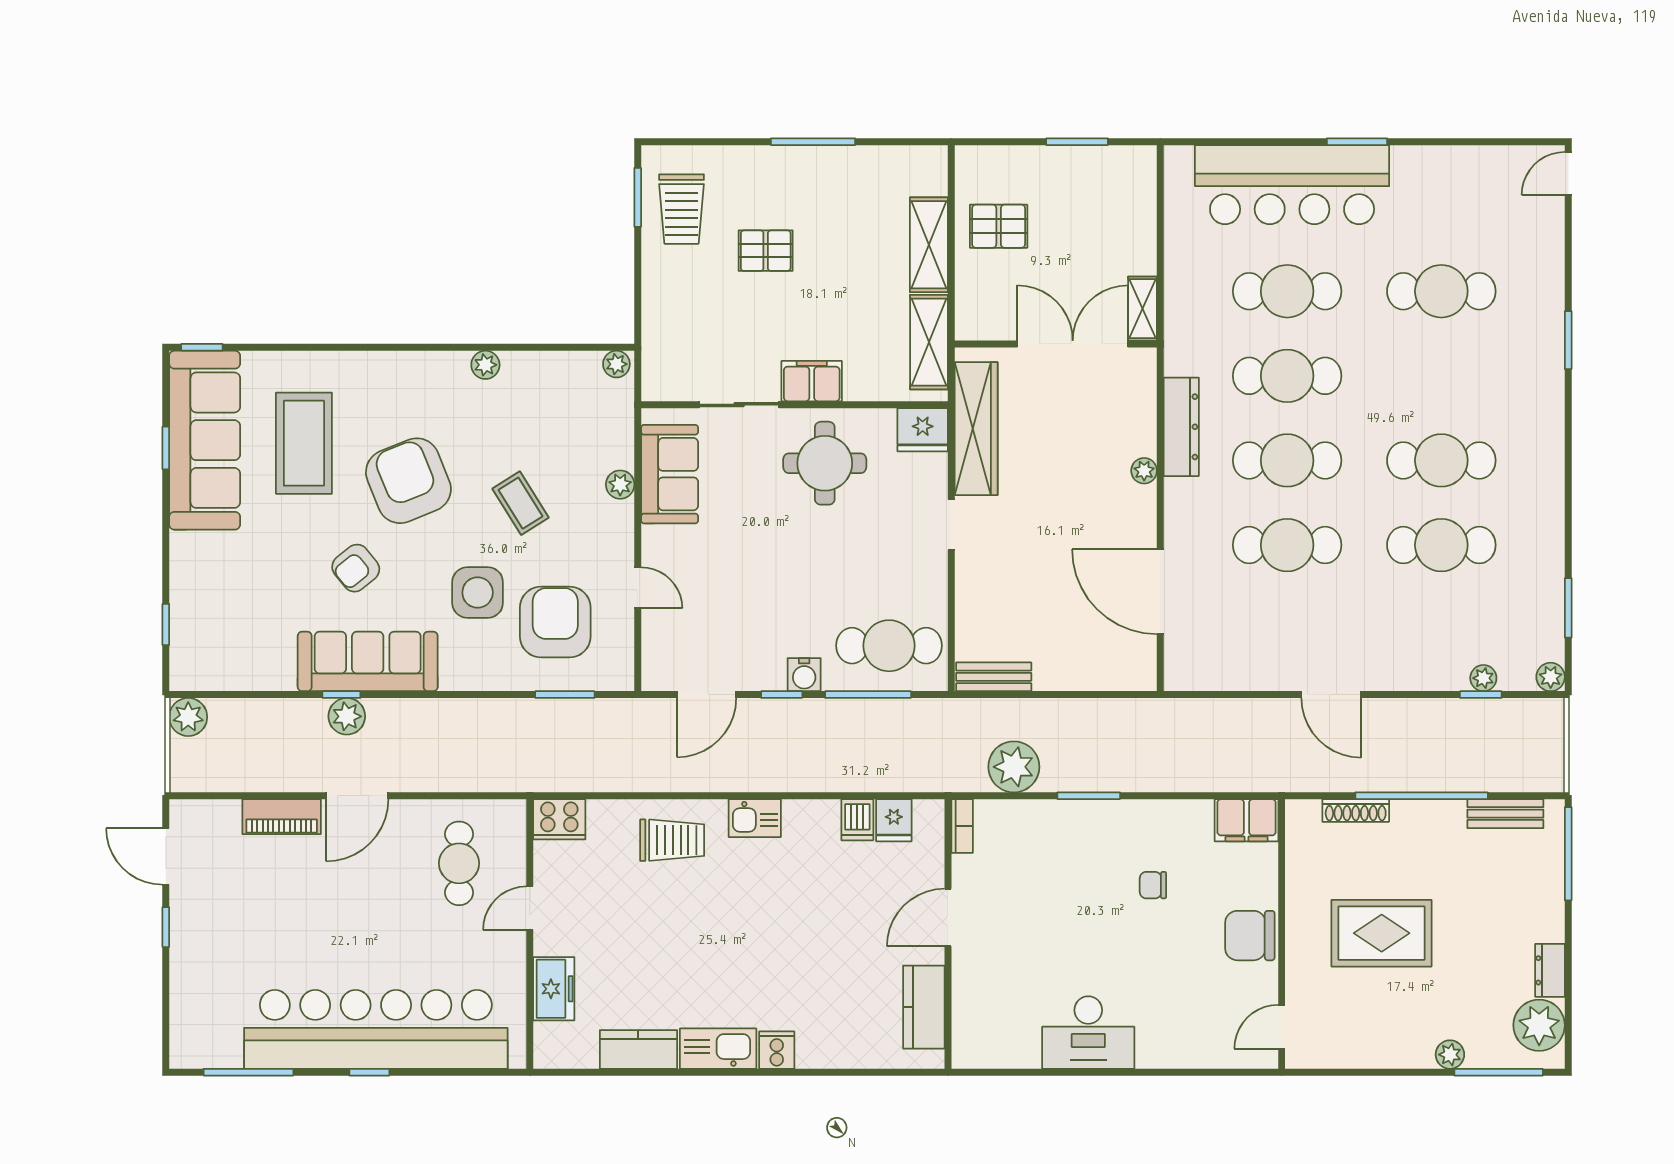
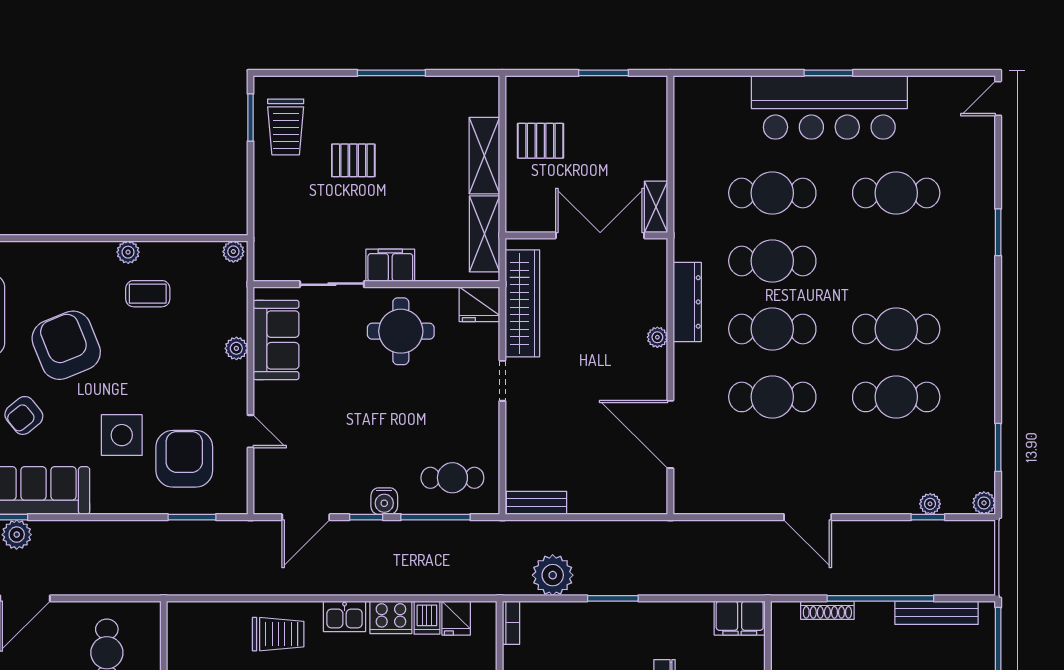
bar counter: (1292, 185) -> (829, 107), moved
coffee table: (521, 503) -> (148, 294), moved, turned -58
cafe table: (889, 646) -> (452, 478), width x0.73, depth x0.74
bench: (1505, 814) -> (937, 613), width x1.36
cooker: (559, 819) -> (391, 617), moved

